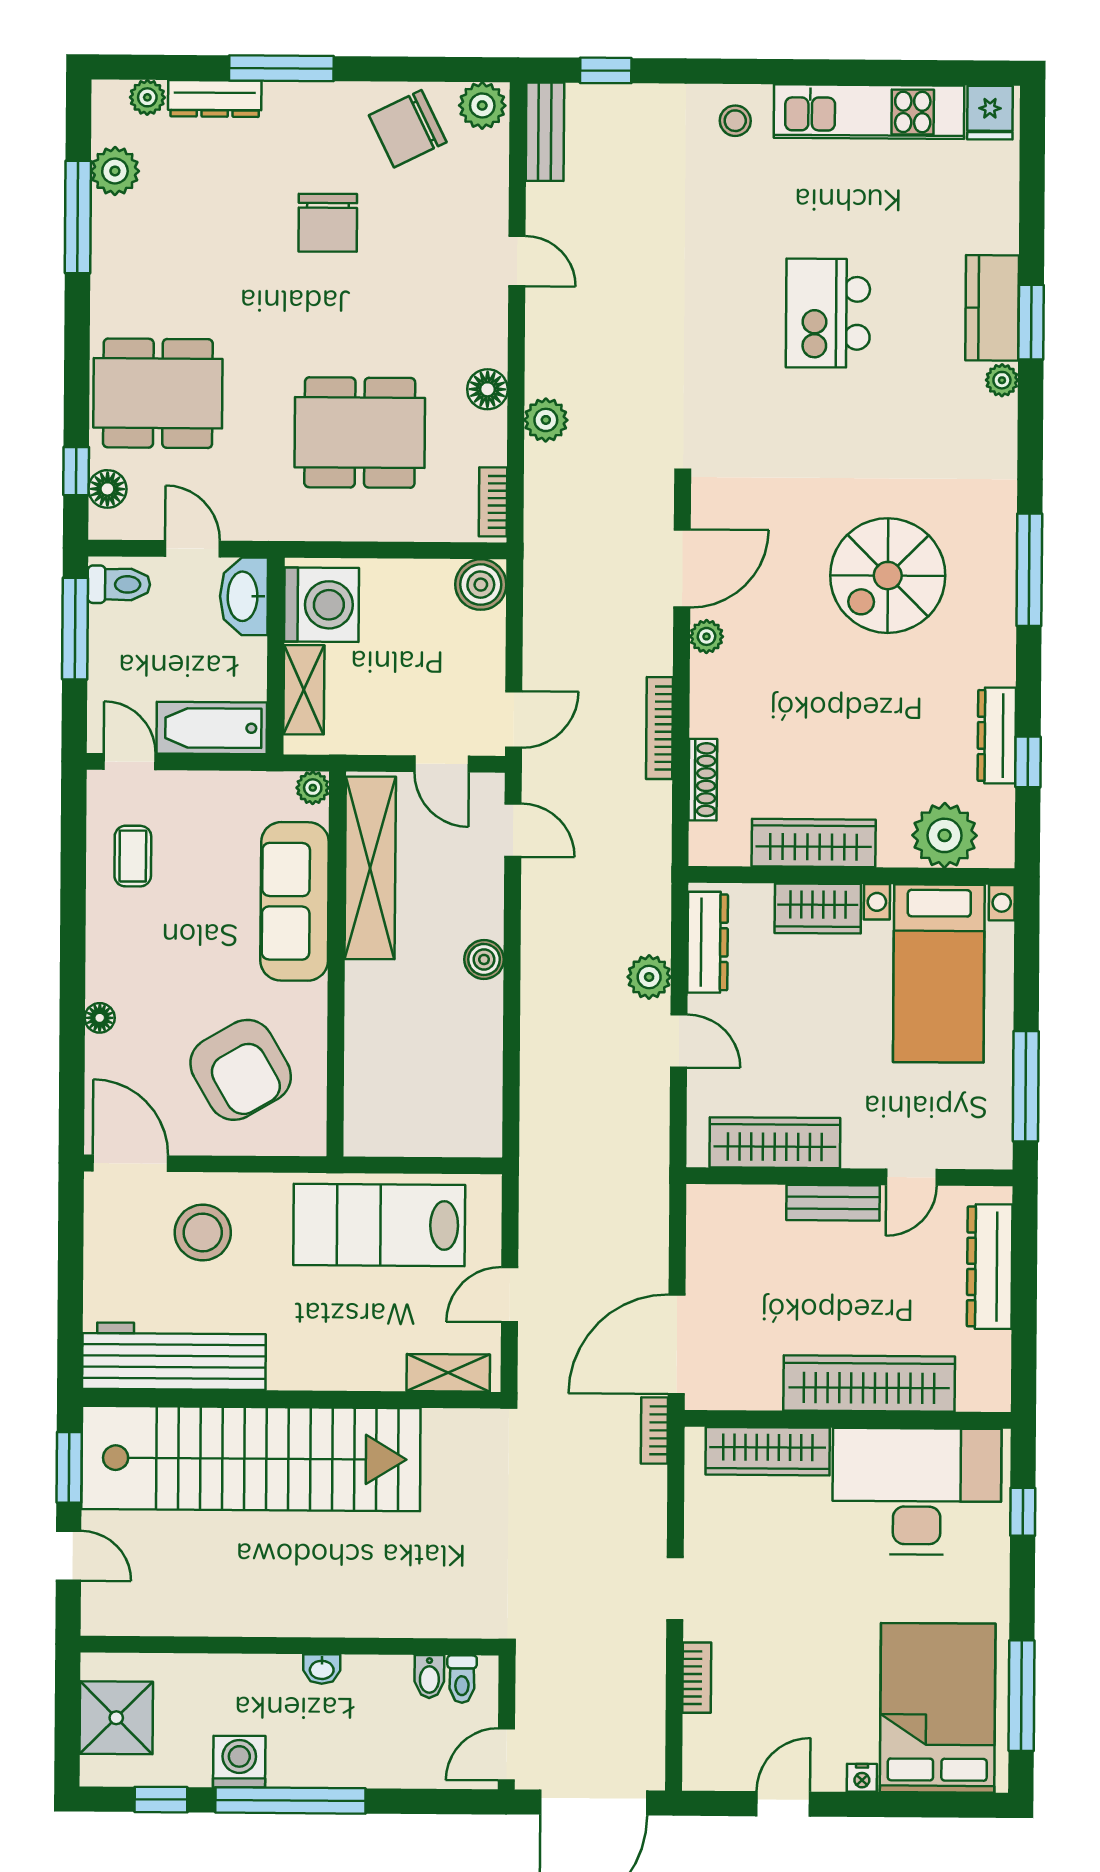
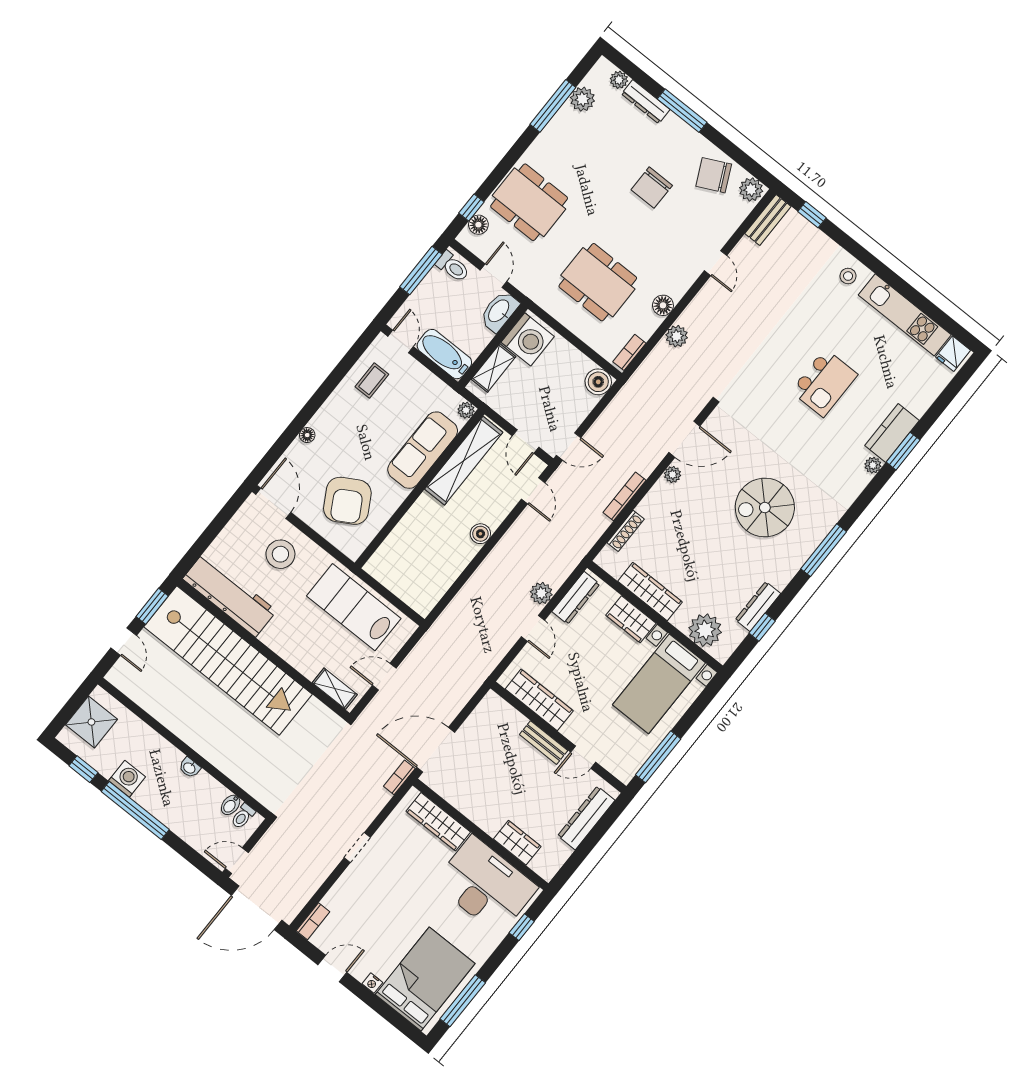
kitchen island: (828, 313) -> (824, 383), turned 180
wardrobe: (869, 1384) -> (517, 843), width x0.48, depth x0.85
bookcase: (697, 1678) -> (313, 921), moved

